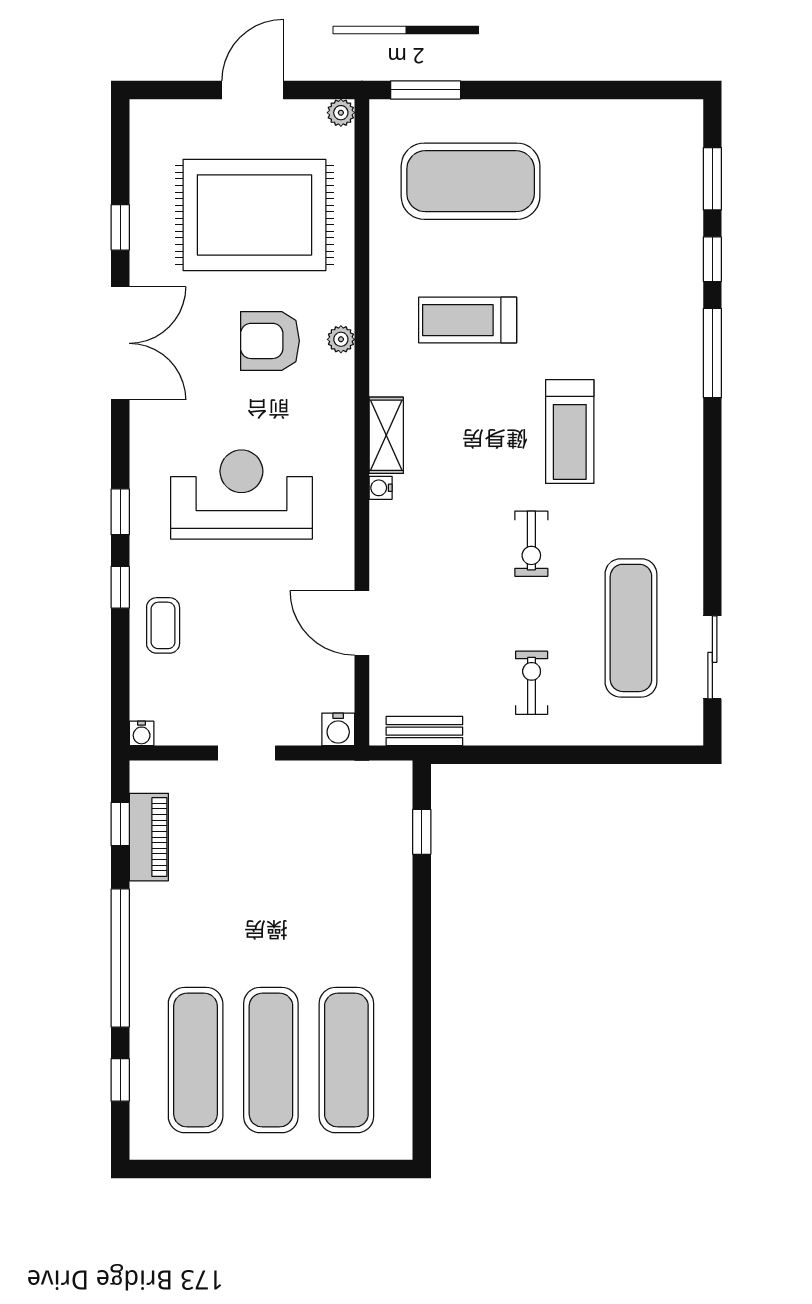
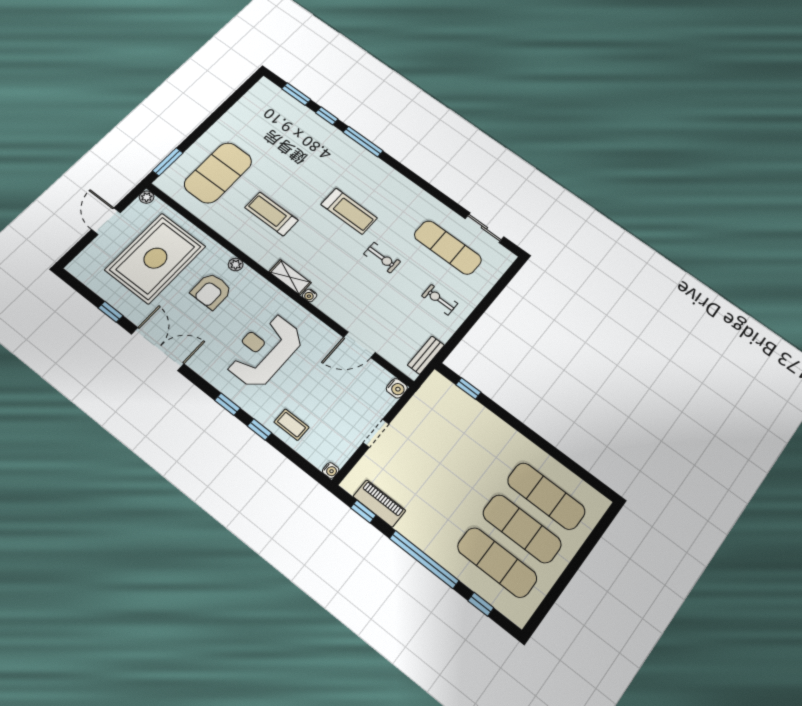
treadmill: (468, 320) -> (271, 214), turned 90

